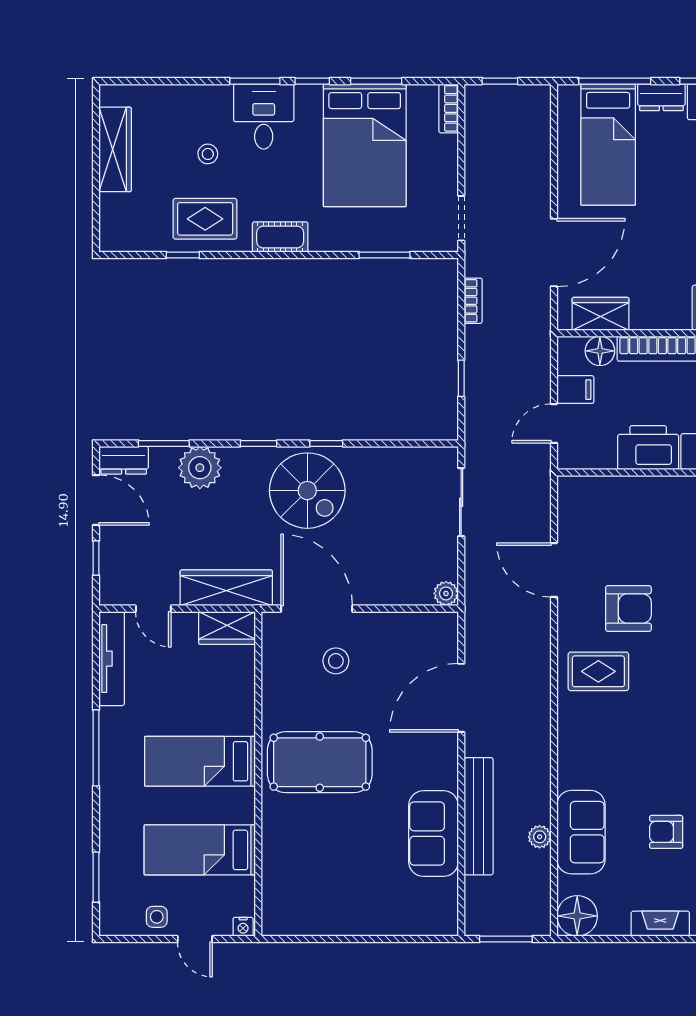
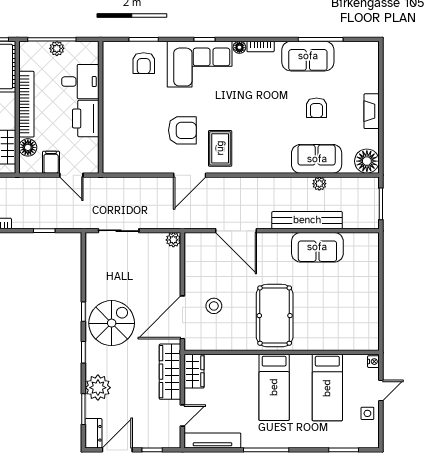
door: (554, 570) -> (190, 175), moved
armchair: (628, 609) -> (182, 130), turned 90

